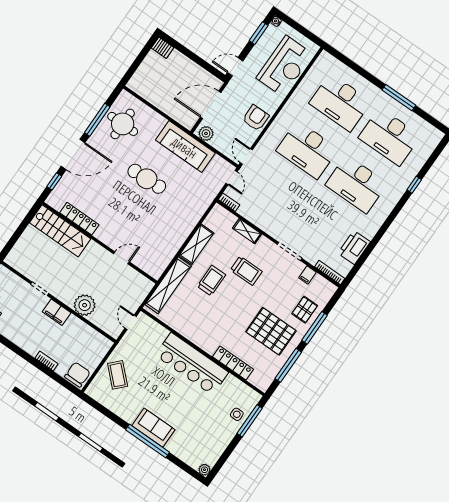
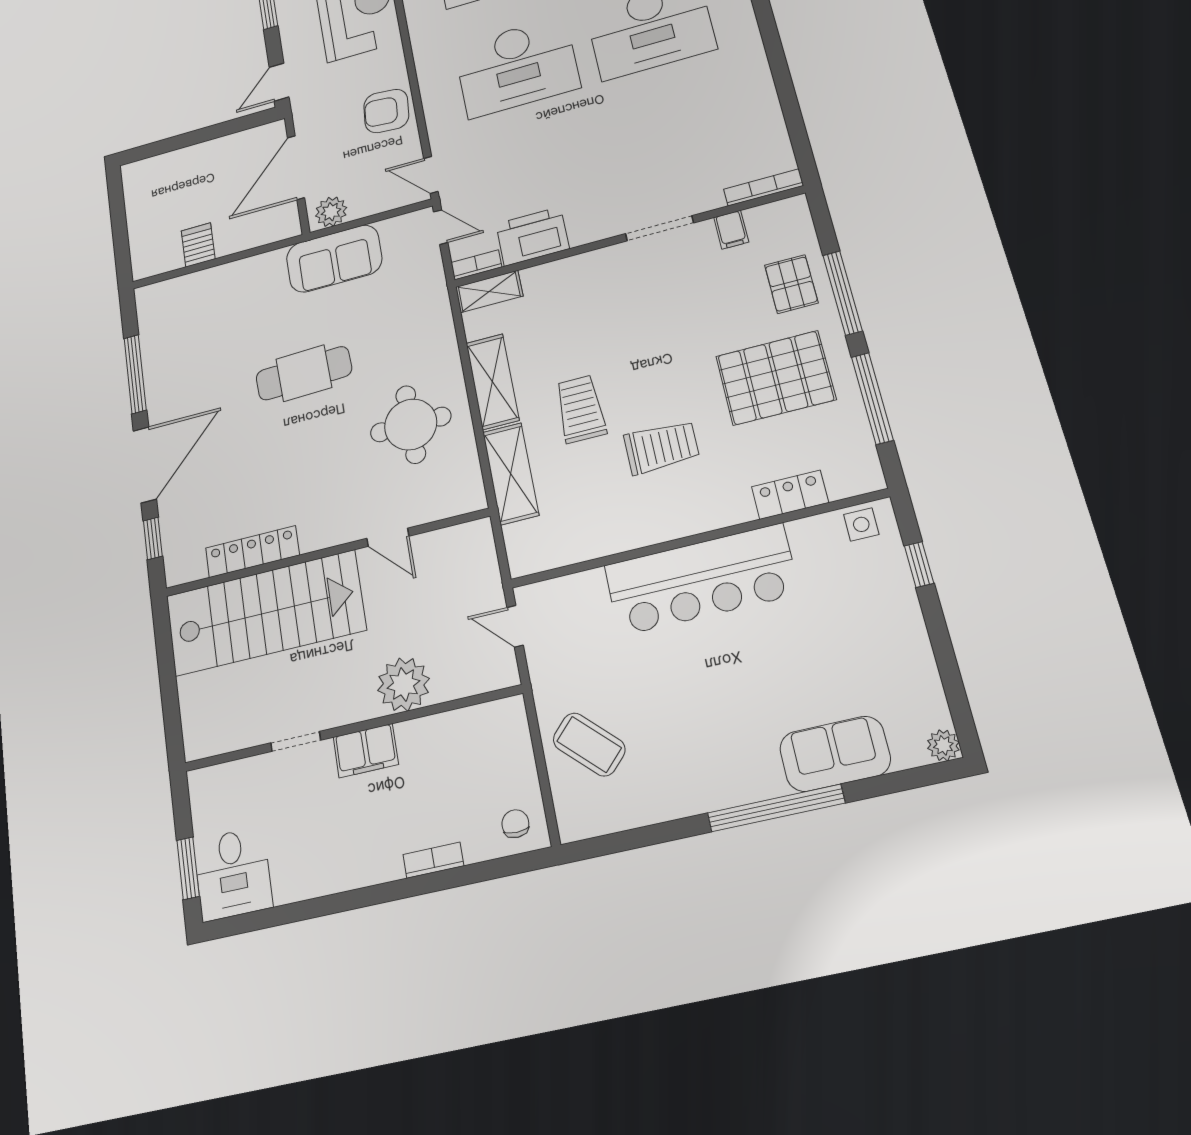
server rack: (163, 48) -> (198, 245), moved, turned -90
armchair: (256, 118) -> (386, 111), turned -85
round table: (123, 124) -> (411, 424), moved
sofa: (185, 147) -> (334, 259), width x0.73
stairs: (60, 231) -> (265, 613), width x1.36, depth x1.51
shelving: (247, 231) -> (489, 291), moved
printer: (354, 247) -> (532, 236), moved, turned 90
door: (121, 258) -> (388, 537), swing flipped
trolley: (246, 271) -> (661, 447), moved
shelving: (168, 285) -> (511, 474), width x0.68
locker: (233, 363) -> (790, 495), width x0.66
chair: (78, 375) -> (515, 824), width x0.54, depth x0.54
side table: (237, 414) -> (861, 524), moved
window: (250, 421) -> (919, 565), width x0.46
sofa: (153, 428) -> (835, 754), moved

